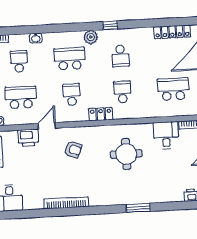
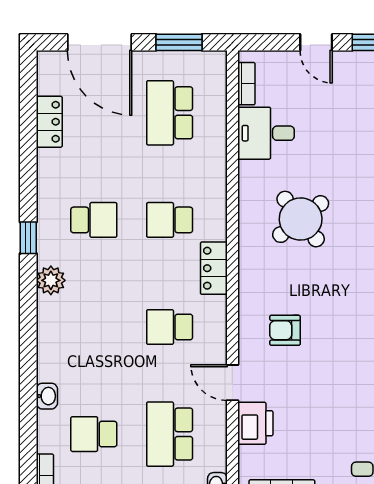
locker: (172, 32) -> (49, 122), width x0.66
school desk: (70, 59) -> (94, 327), removed
armchair: (73, 149) -> (285, 330), turned -112
round table: (126, 154) -> (301, 219), turned -38

